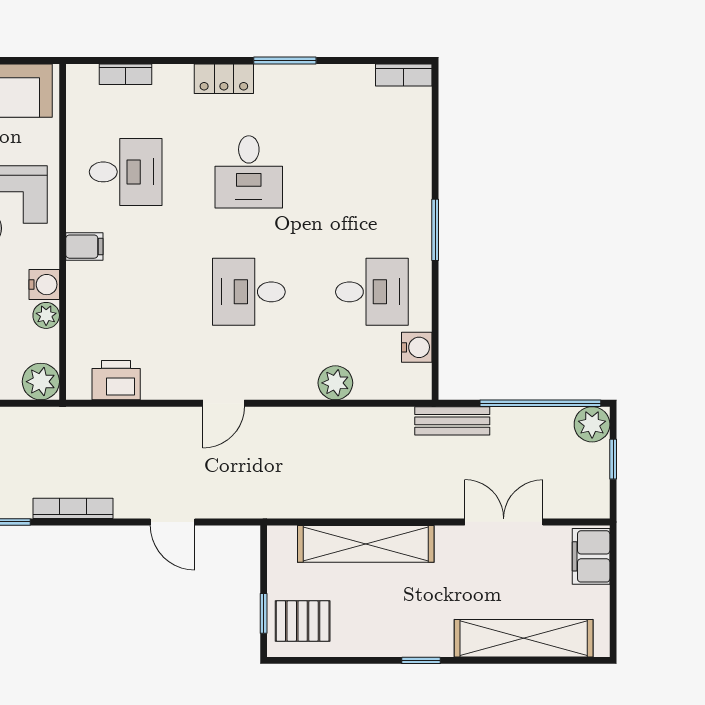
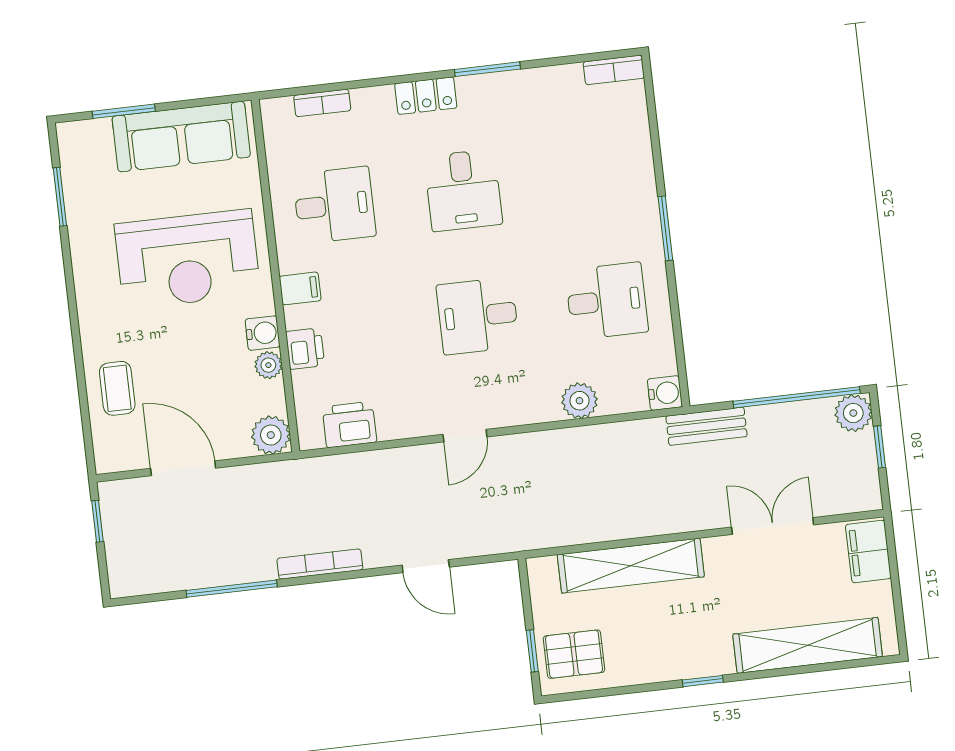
printer: (83, 304) -> (305, 349), added
water cooler: (417, 347) -> (665, 393), moved

